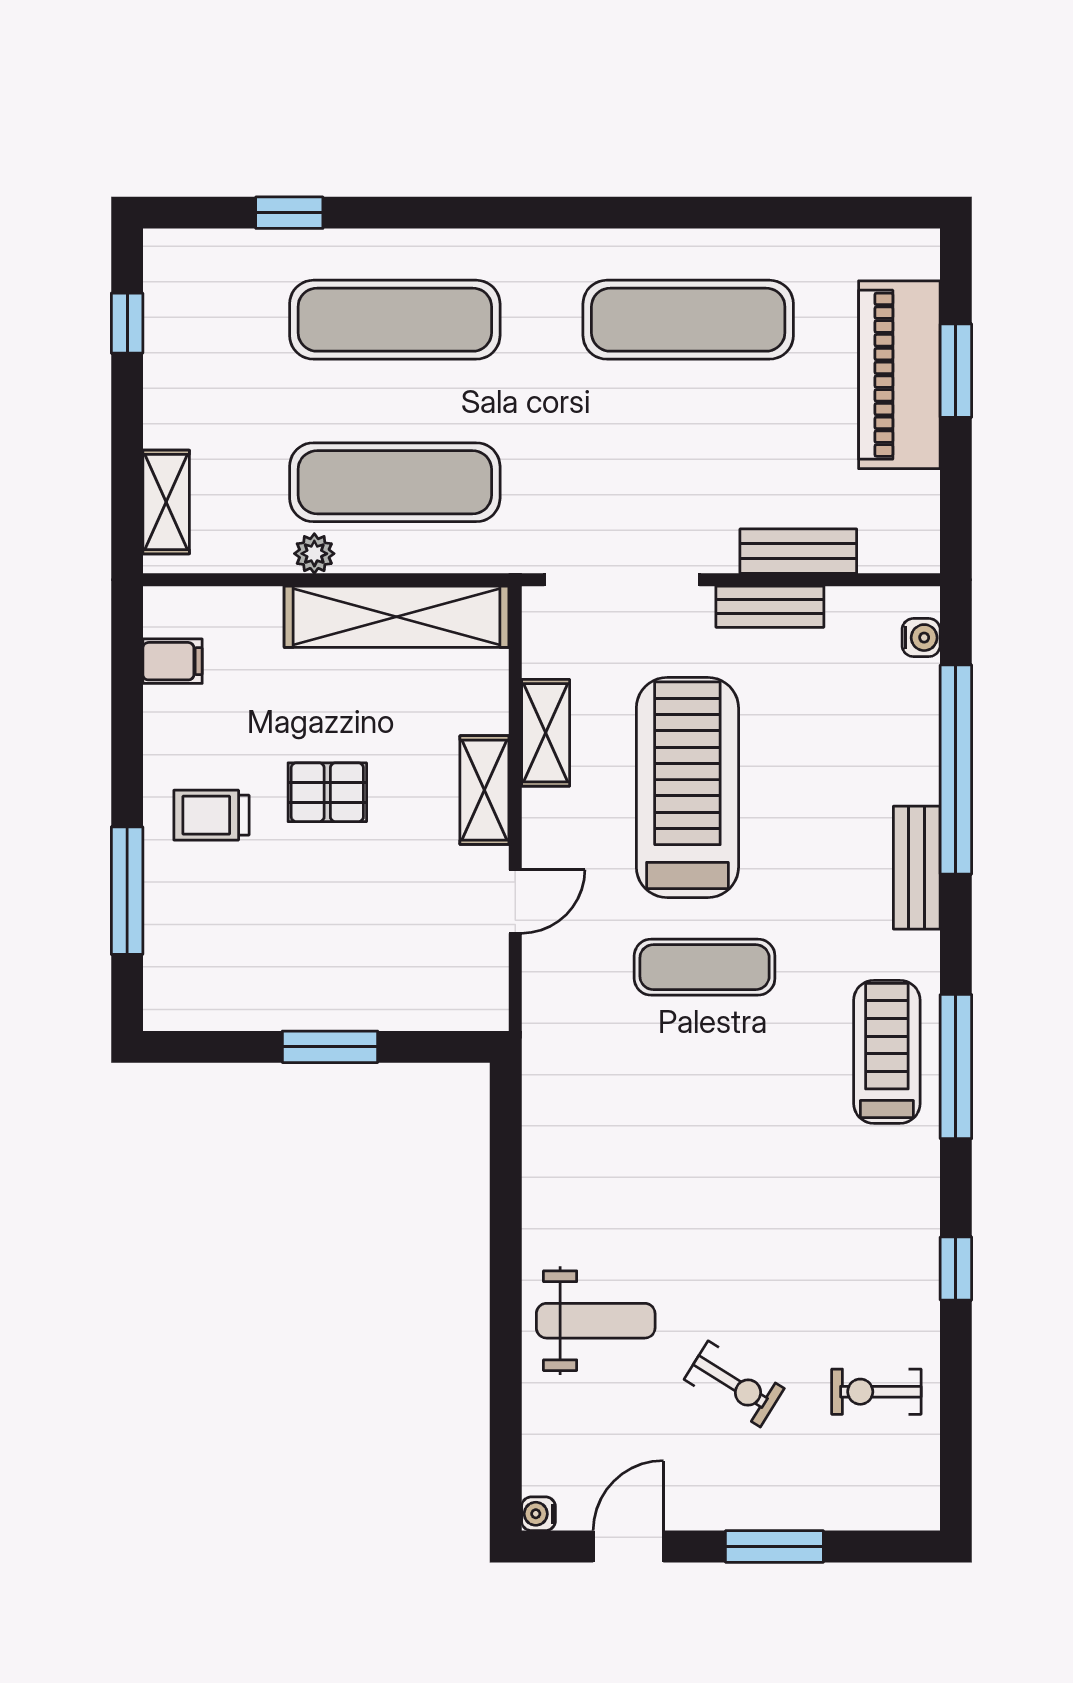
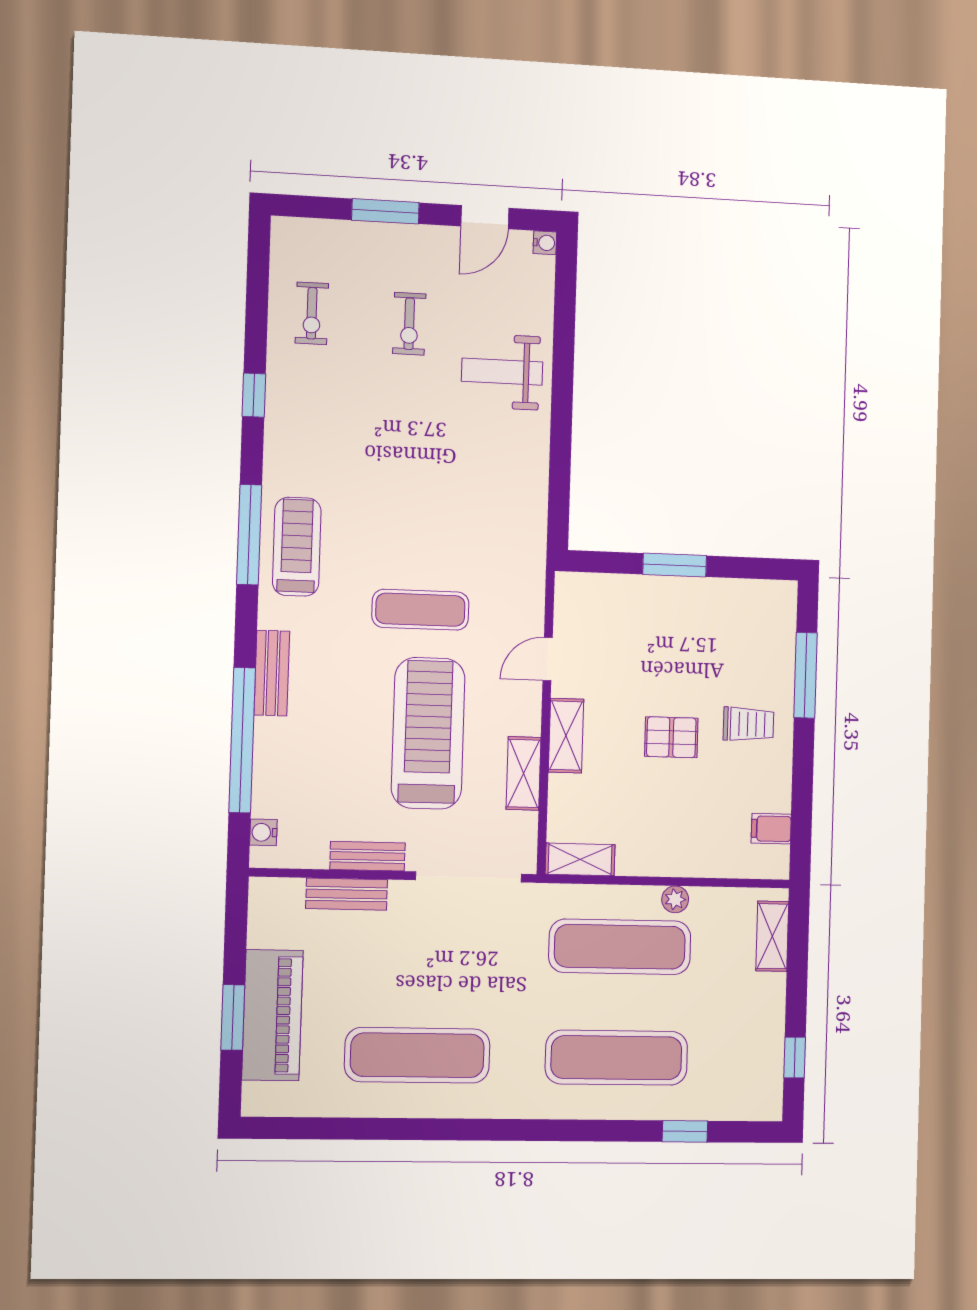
shelving: (397, 617) -> (580, 859), width x0.45, depth x0.75
treadmill: (687, 788) -> (428, 733), turned 180
treadmill: (887, 1052) -> (297, 547), turned 180
exercise bike: (734, 1384) -> (409, 324), turned -122
exercise bike: (876, 1392) -> (312, 313), turned 90

